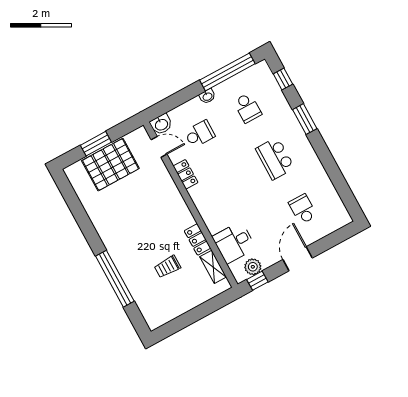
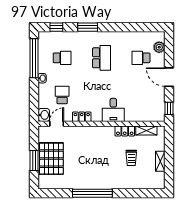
school desk: (275, 158) -> (102, 58), turned -90
desk: (234, 242) -> (113, 110), moved
plant: (253, 267) -> (159, 47), moved
window: (115, 279) -> (92, 193), moved
shelving: (183, 306) -> (160, 161), added

